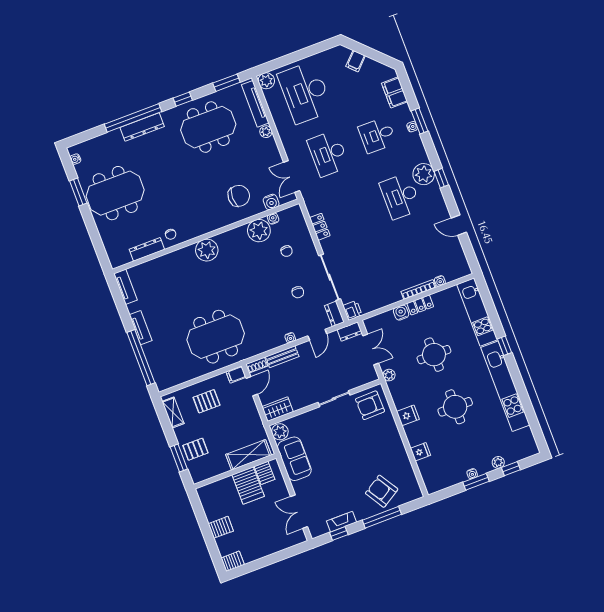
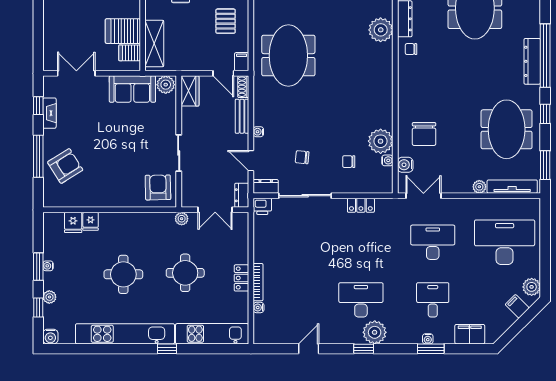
plant: (266, 81) -> (532, 287), moved
plant: (207, 250) -> (381, 30), moved
water cooler: (401, 313) -> (50, 337), moved, turned 90
fridge: (408, 415) -> (73, 222), moved

